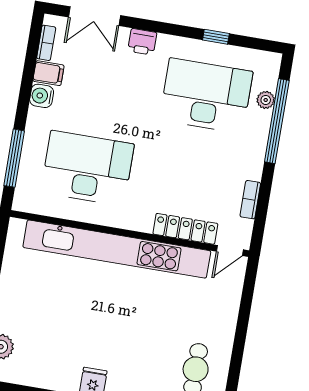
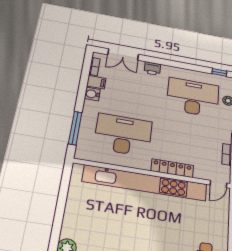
window: (216, 37) -> (219, 72), moved
locker: (185, 229) -> (172, 168), moved

